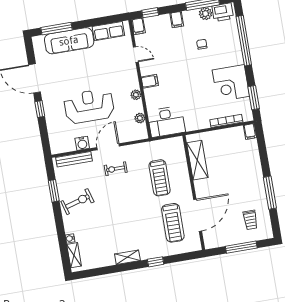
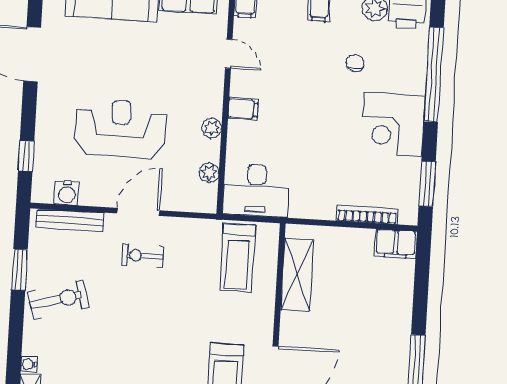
corner desk: (231, 83) -> (393, 124), moved
window: (40, 109) -> (26, 156), moved
filing cabinet: (250, 131) -> (396, 244), width x2.00
water cooler: (82, 143) -> (67, 193), moved
treadmill: (160, 178) -> (238, 258), moved

